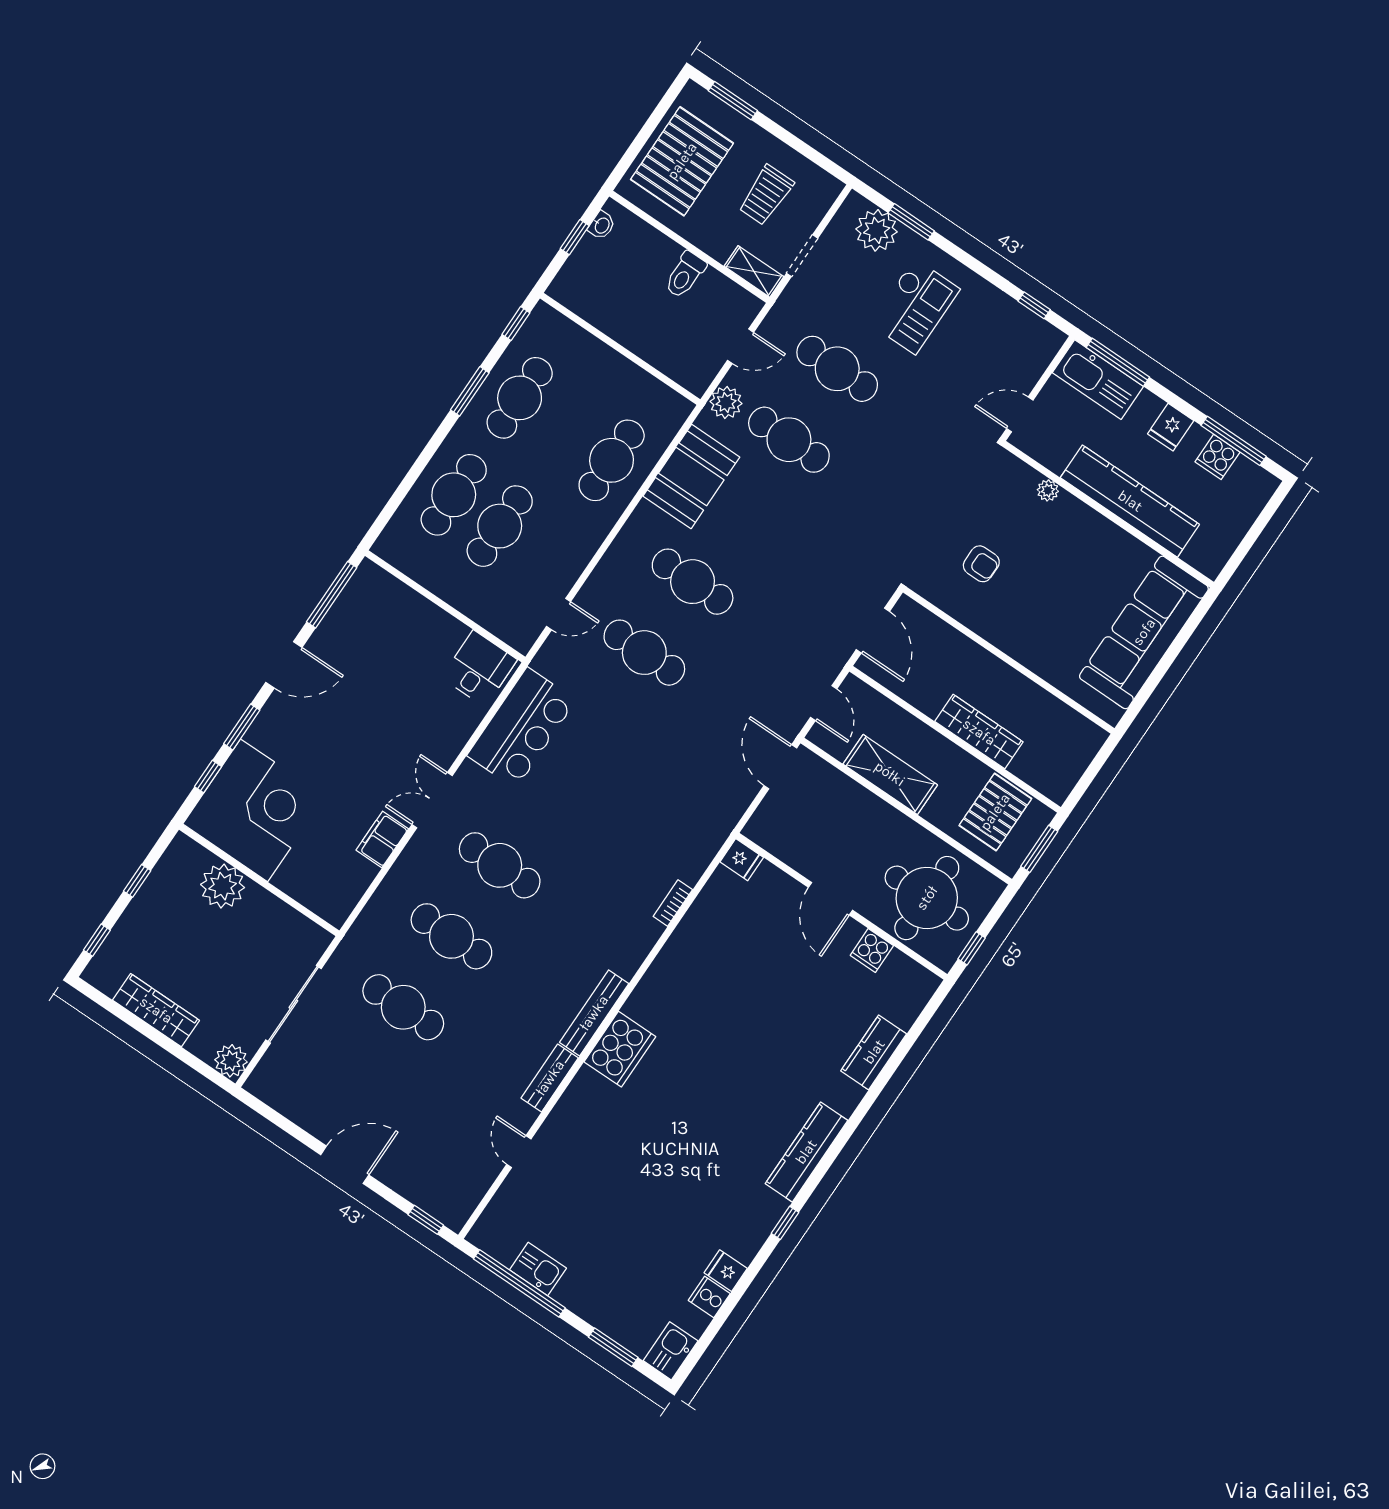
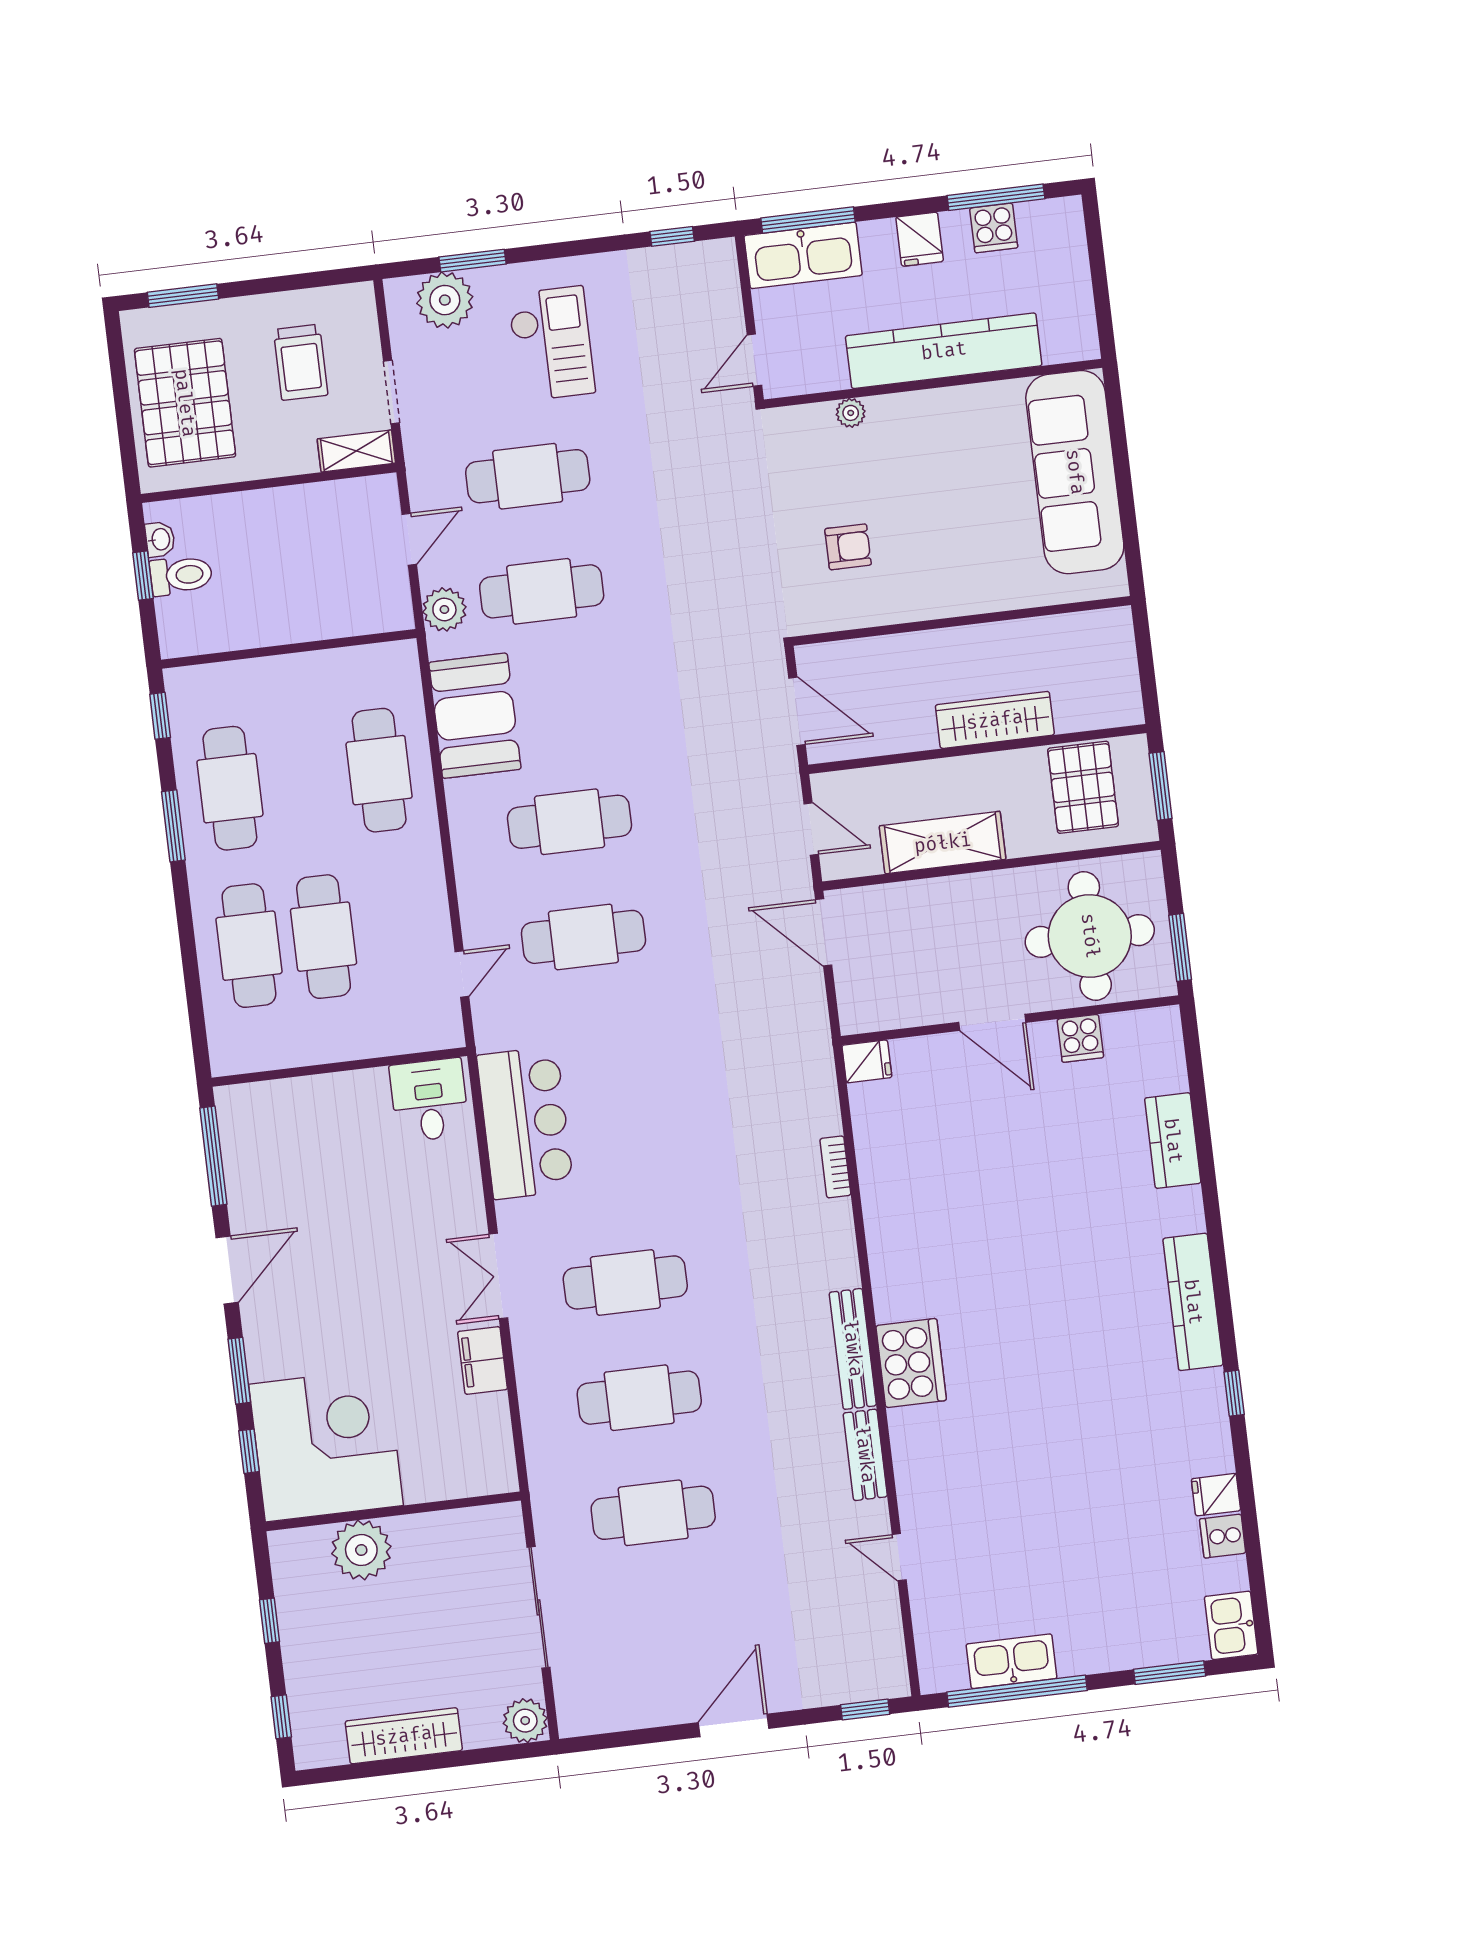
toilet: (685, 275) -> (181, 575), moved, turned -90
window: (972, 948) -> (1180, 947), width x1.50
kitchen sink: (538, 1269) -> (1012, 1661), width x1.38

